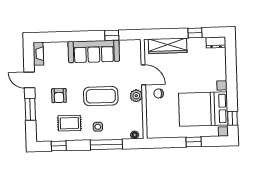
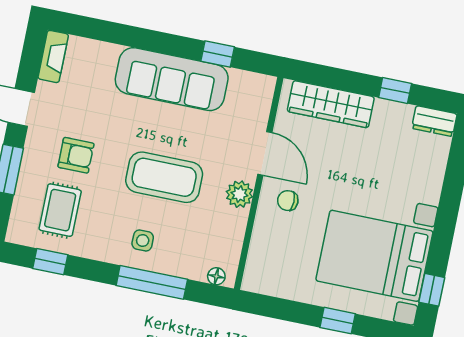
armchair: (59, 96) -> (76, 155), turned -90
rug: (69, 123) -> (60, 210), moved, turned 90

